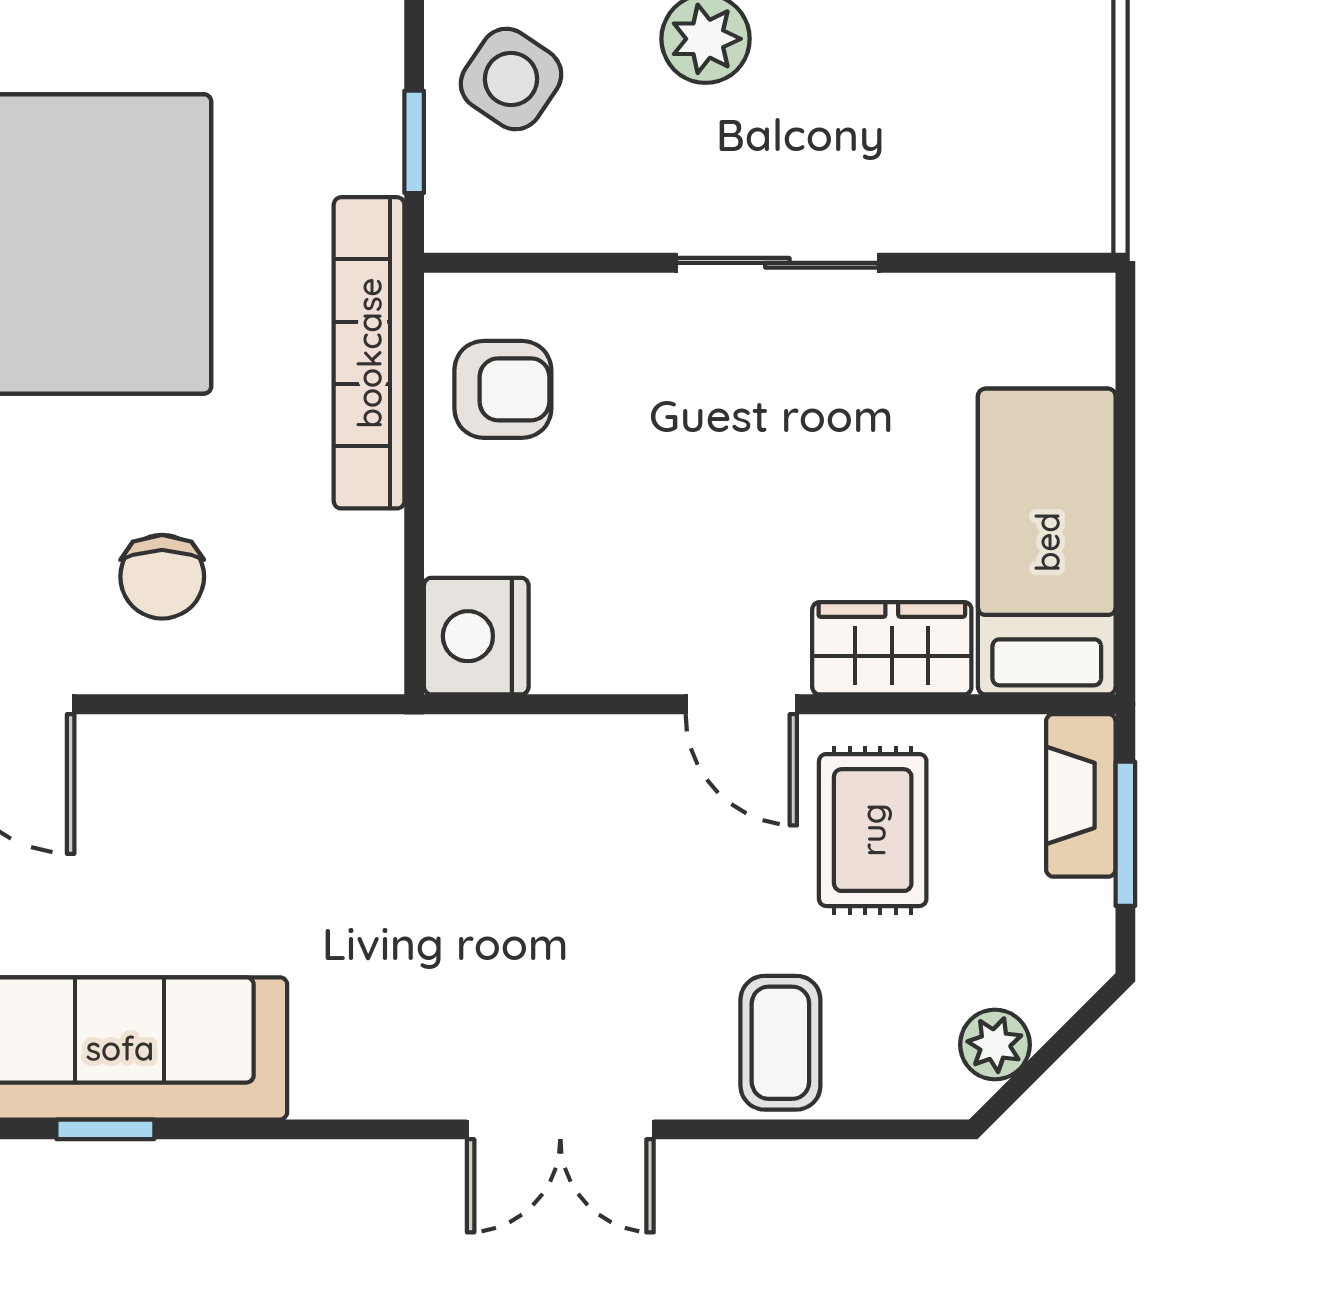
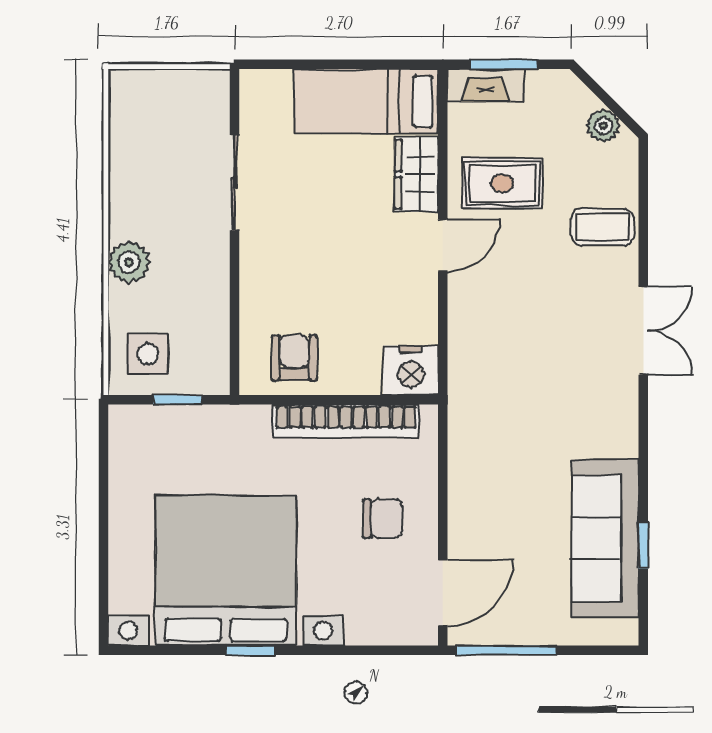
side table: (511, 79) -> (148, 354), turned -34
sliding door: (777, 263) -> (235, 183), moved
bookcase: (369, 353) -> (346, 421), moved

